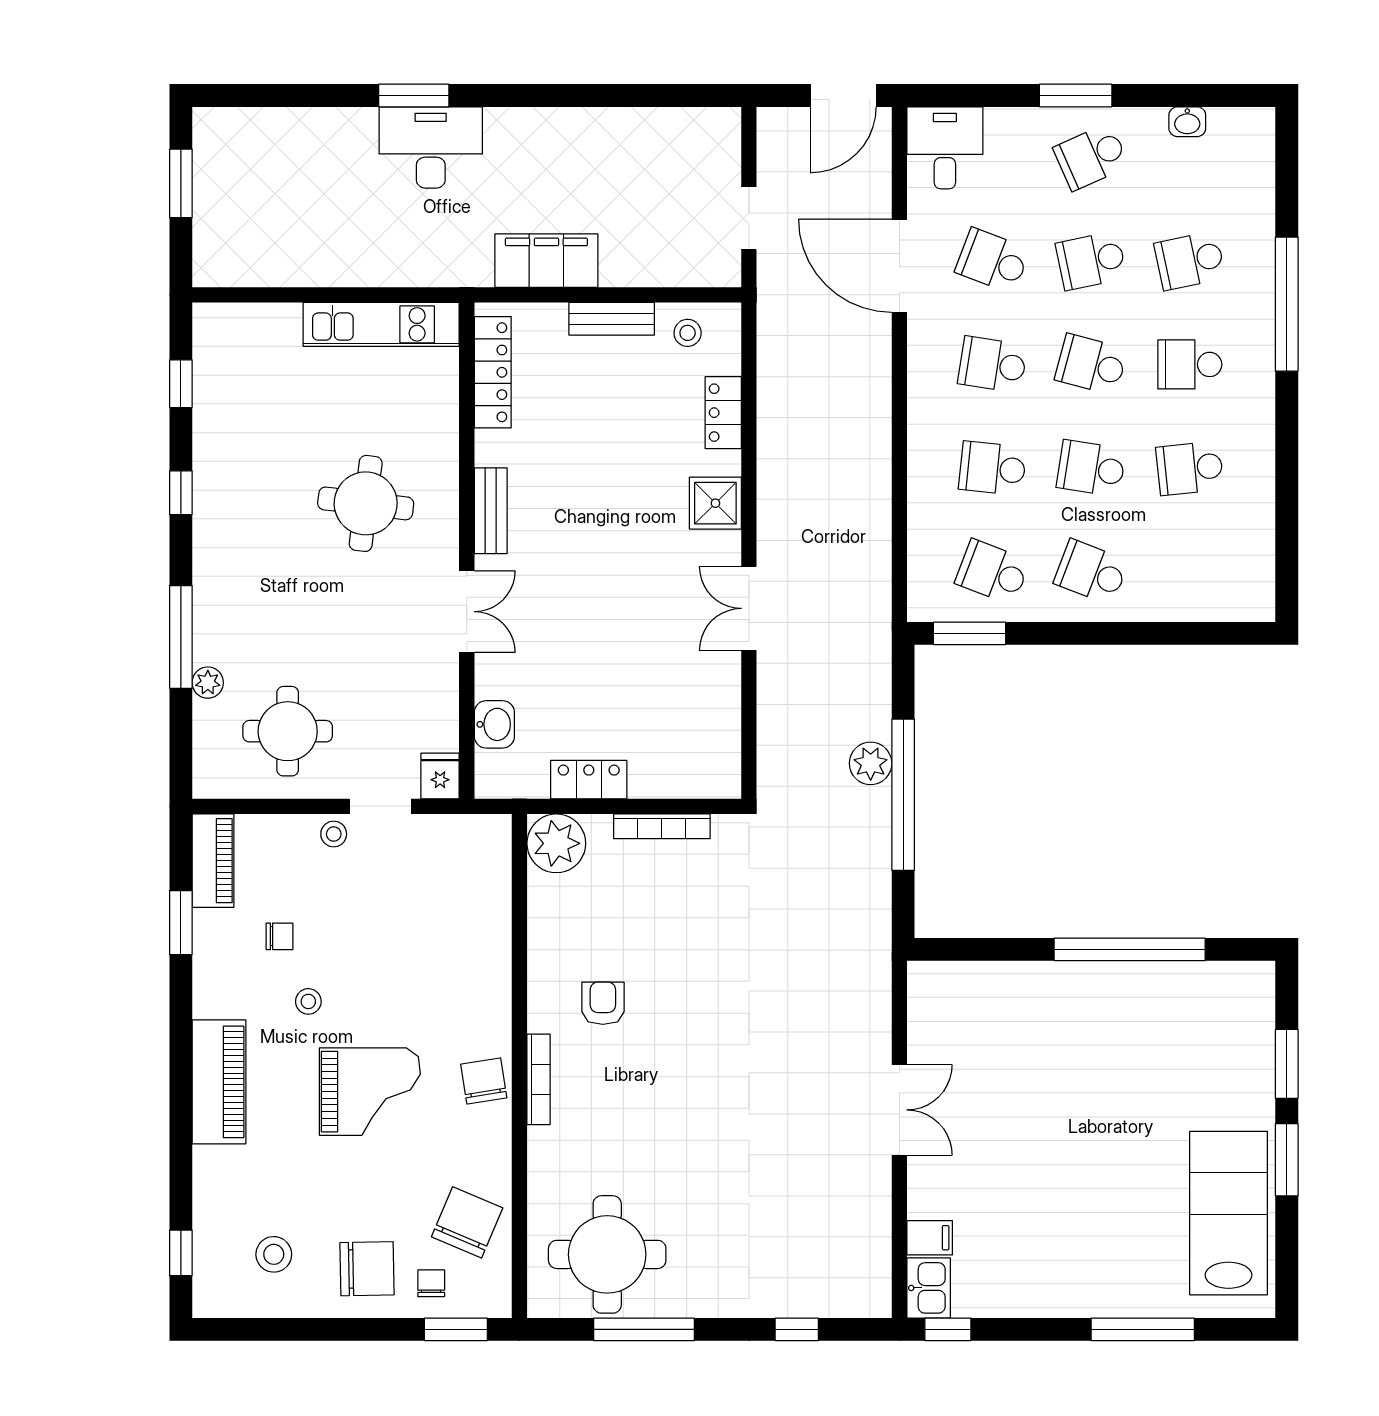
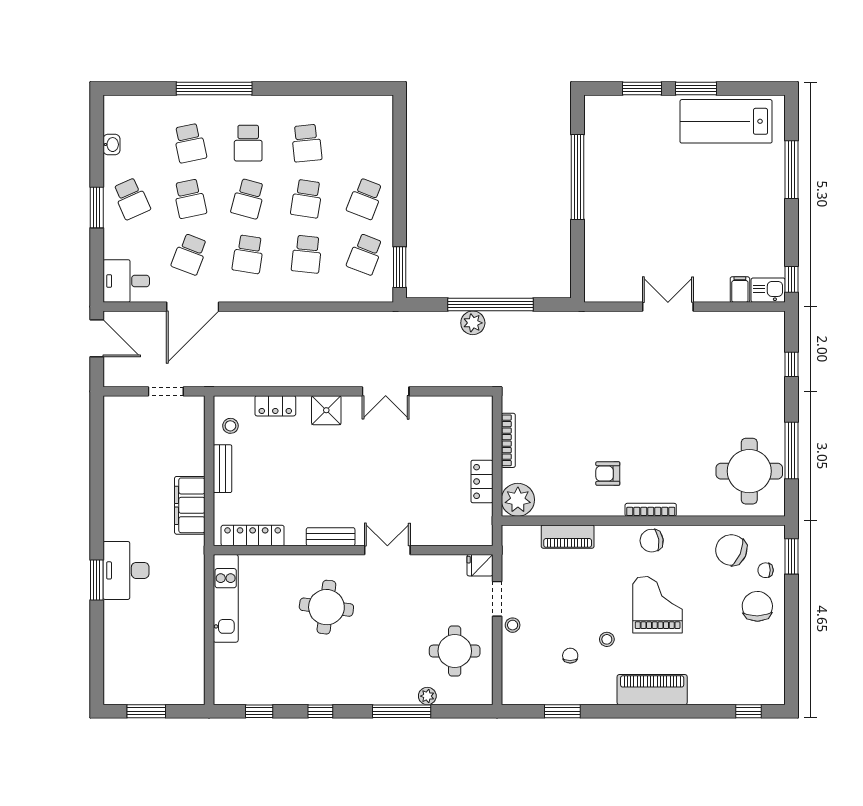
washbasin: (494, 724) -> (451, 535), removed
piano: (213, 861) -> (568, 537), moved, turned 180
stool: (274, 1254) -> (749, 659), removed

